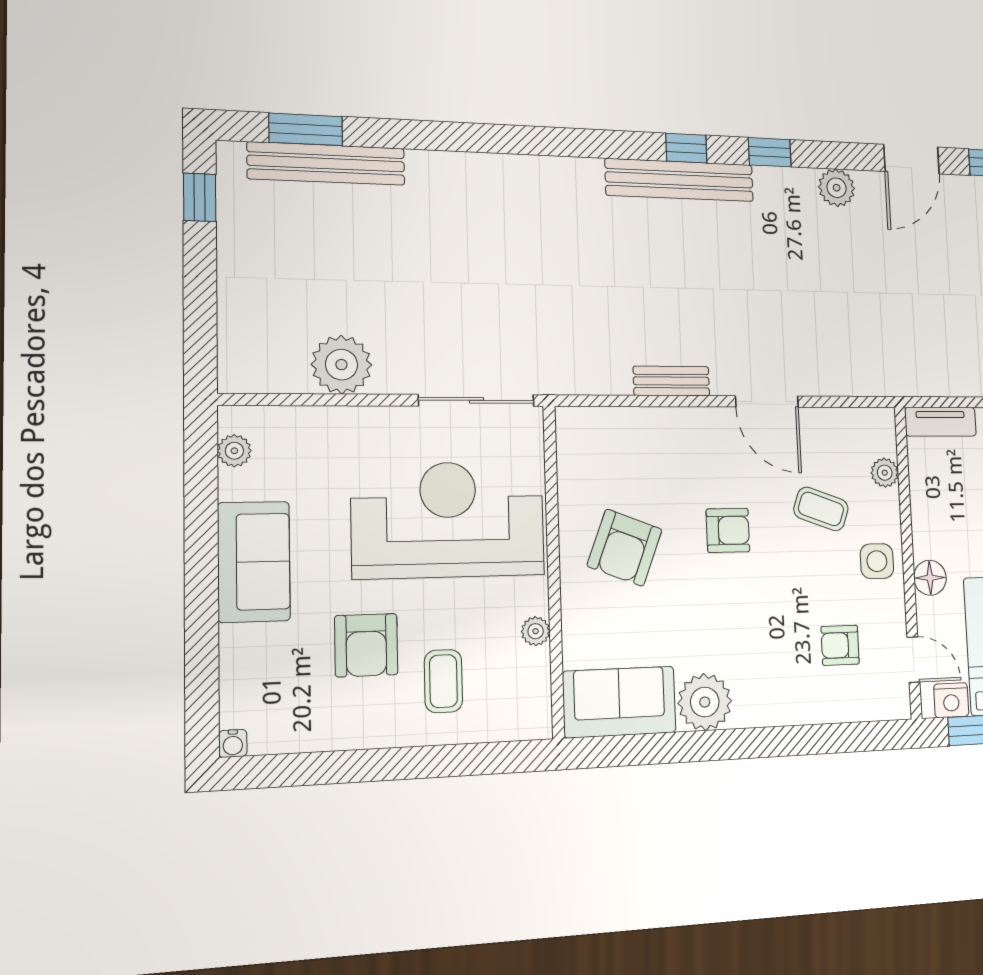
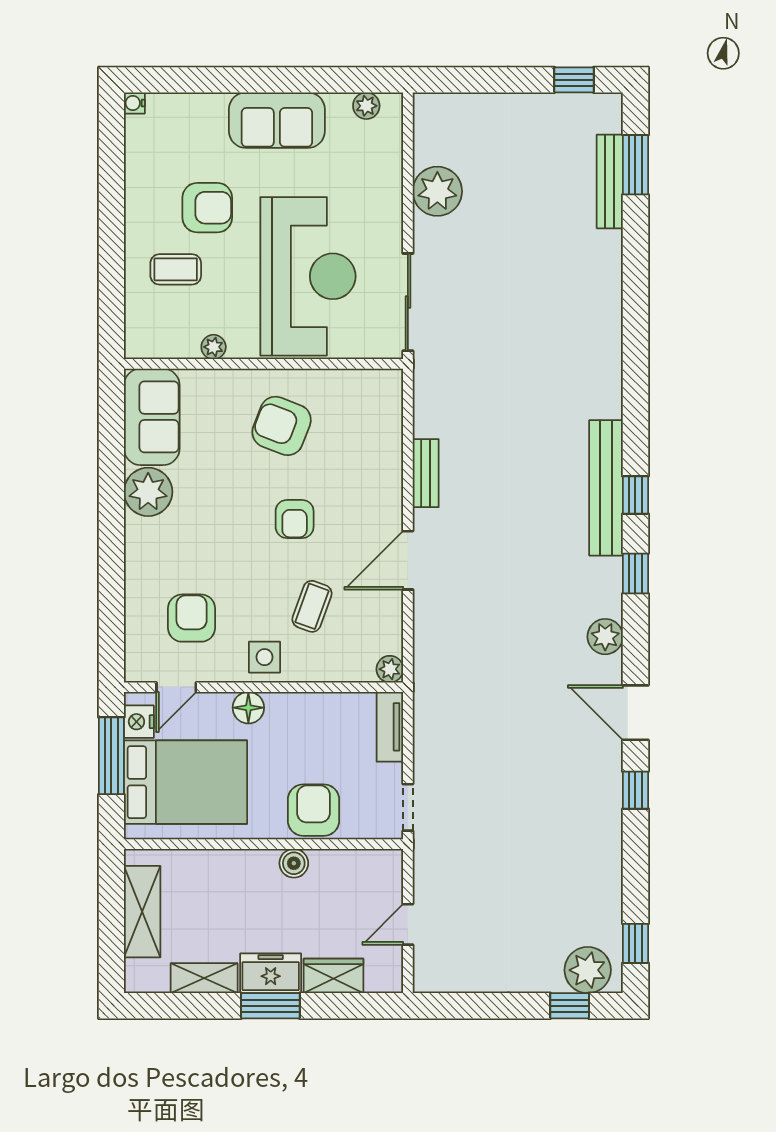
bench: (327, 164) -> (610, 181), width x0.73, depth x0.82
plant: (885, 473) -> (390, 669), moved
armchair: (366, 645) -> (207, 208), turned 180
armchair: (840, 645) -> (192, 618), width x1.38, depth x1.38

